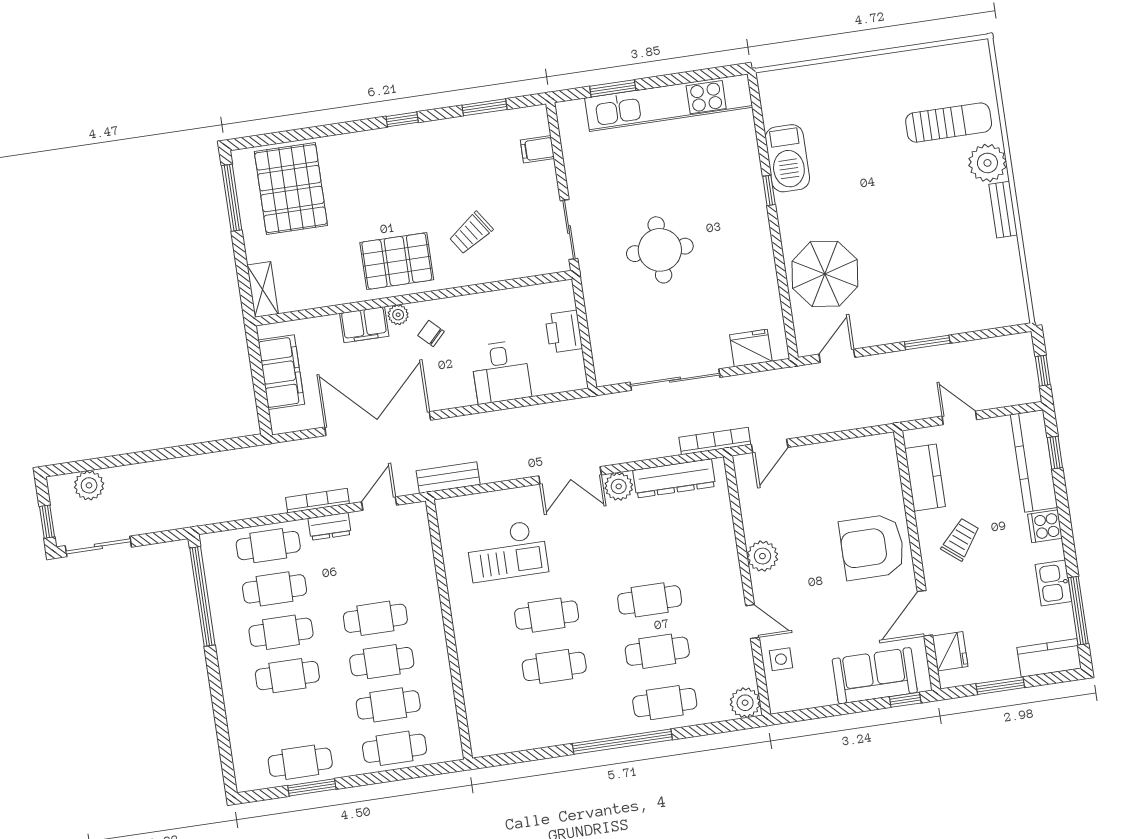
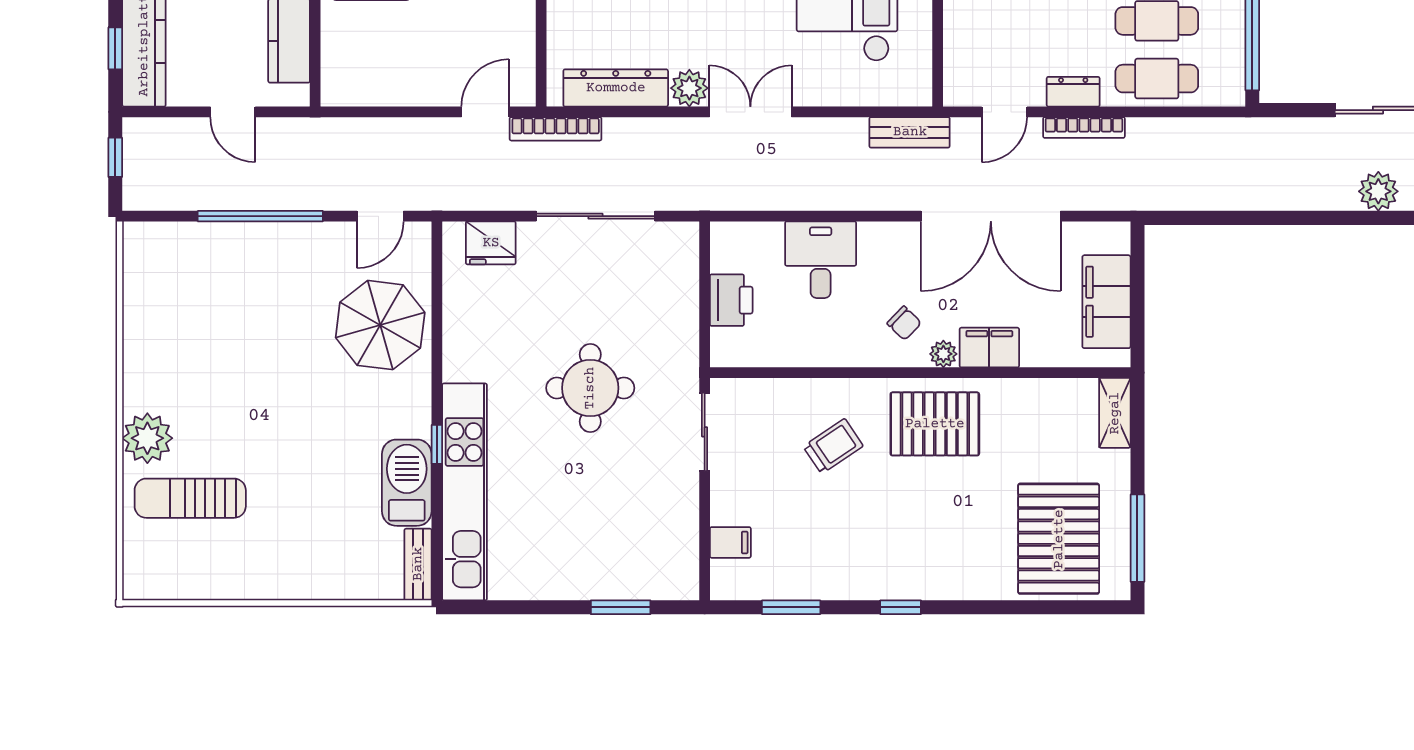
kitchen unit: (669, 103) -> (465, 492), moved, turned 90
bench: (1003, 210) -> (418, 564), moved
window: (927, 343) -> (260, 216), width x2.11

